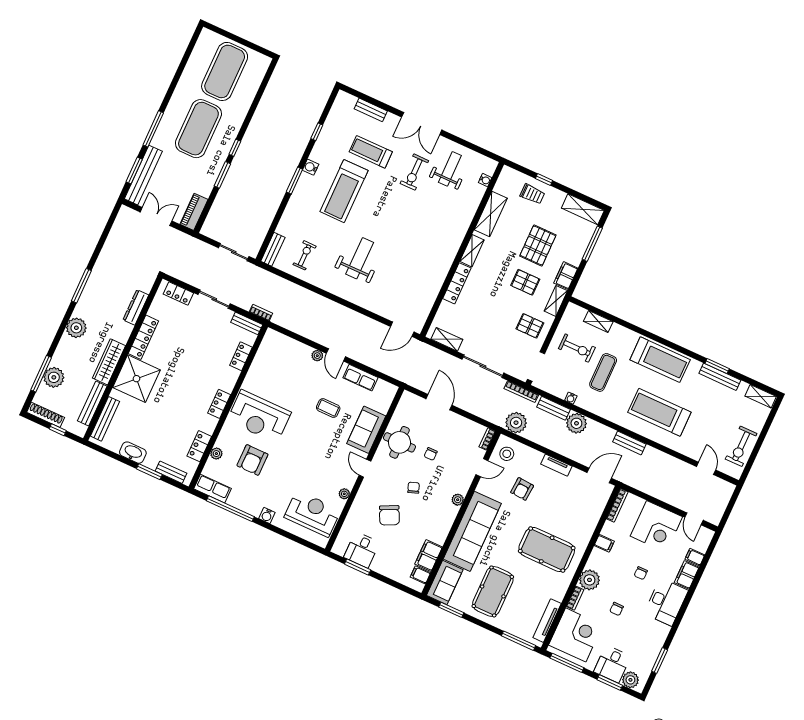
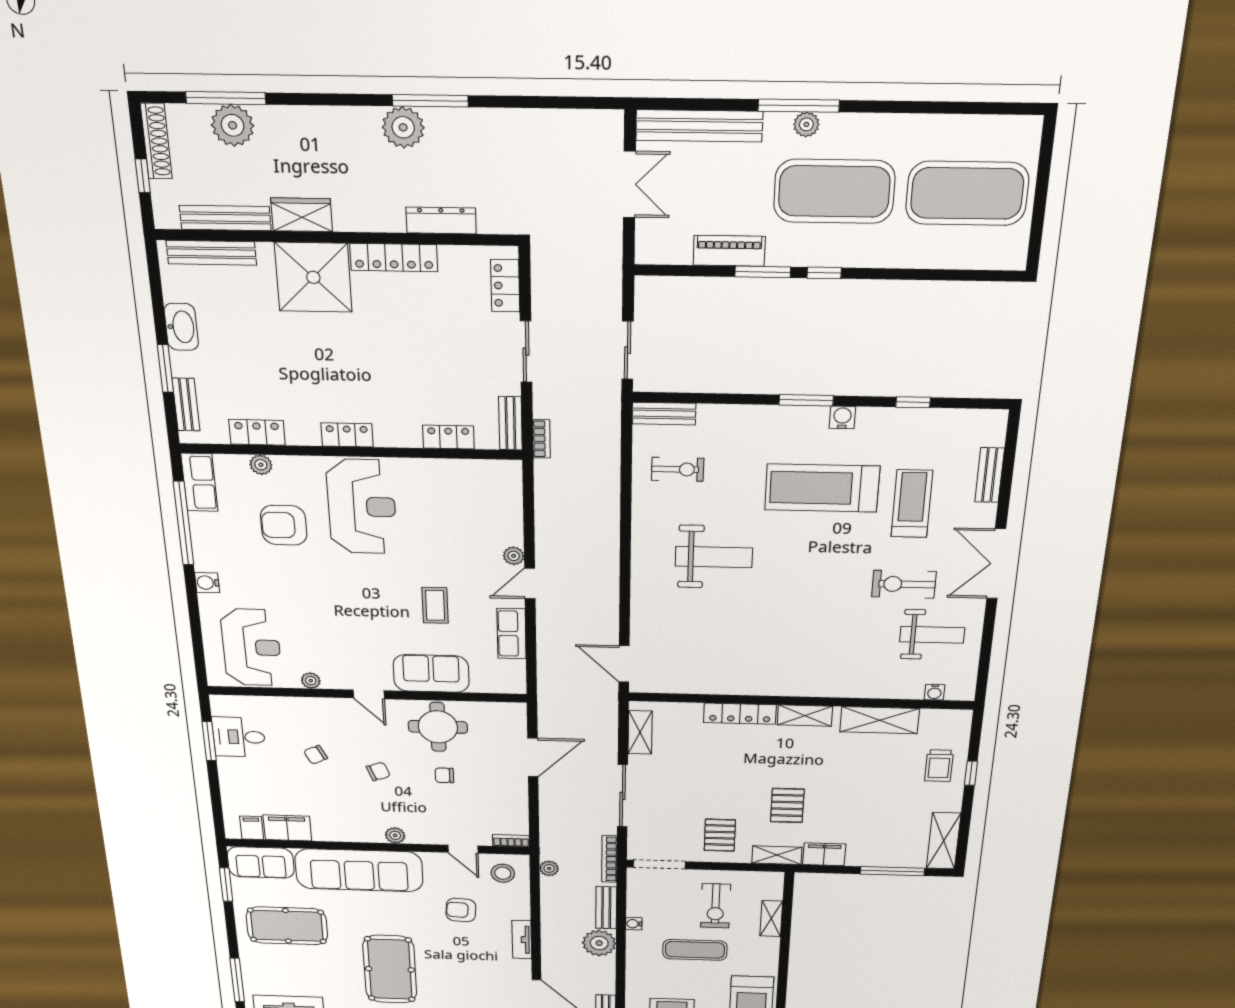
plant: (163, 129) -> (806, 124), added
window: (134, 170) -> (700, 104), removed
piano: (194, 212) -> (729, 251), moved
pallet: (538, 245) -> (856, 802), removed
plant: (76, 328) -> (403, 127), moved
wardrobe: (109, 362) -> (302, 215), width x0.67
reception desk: (259, 416) -> (362, 507), turned 180
plant: (516, 423) -> (549, 868), width x0.53, depth x0.53
door: (365, 468) -> (369, 694), swing flipped
chair: (389, 515) -> (316, 755), width x0.54, depth x0.54

